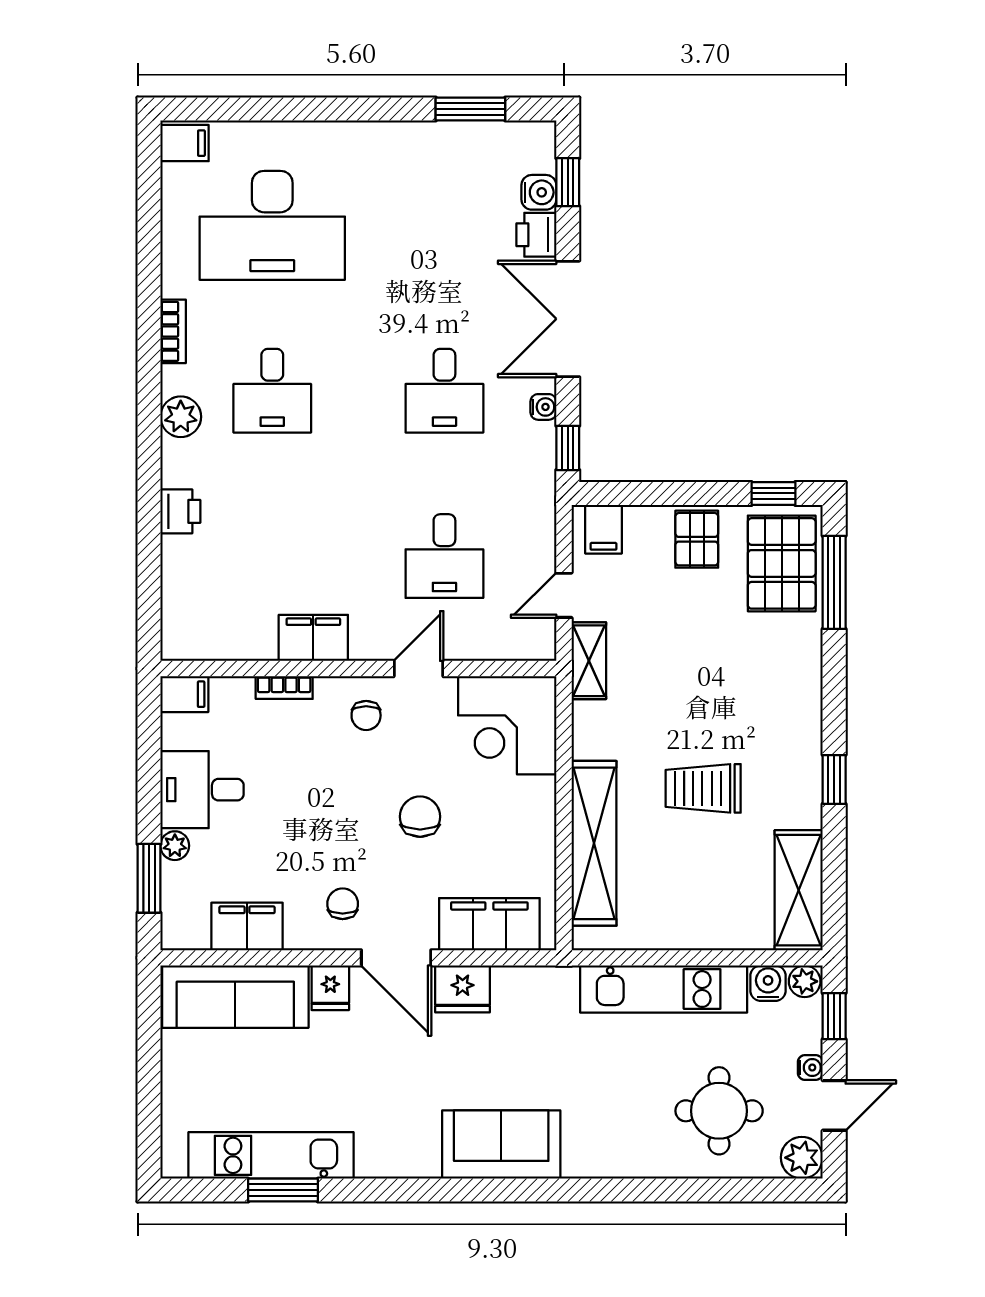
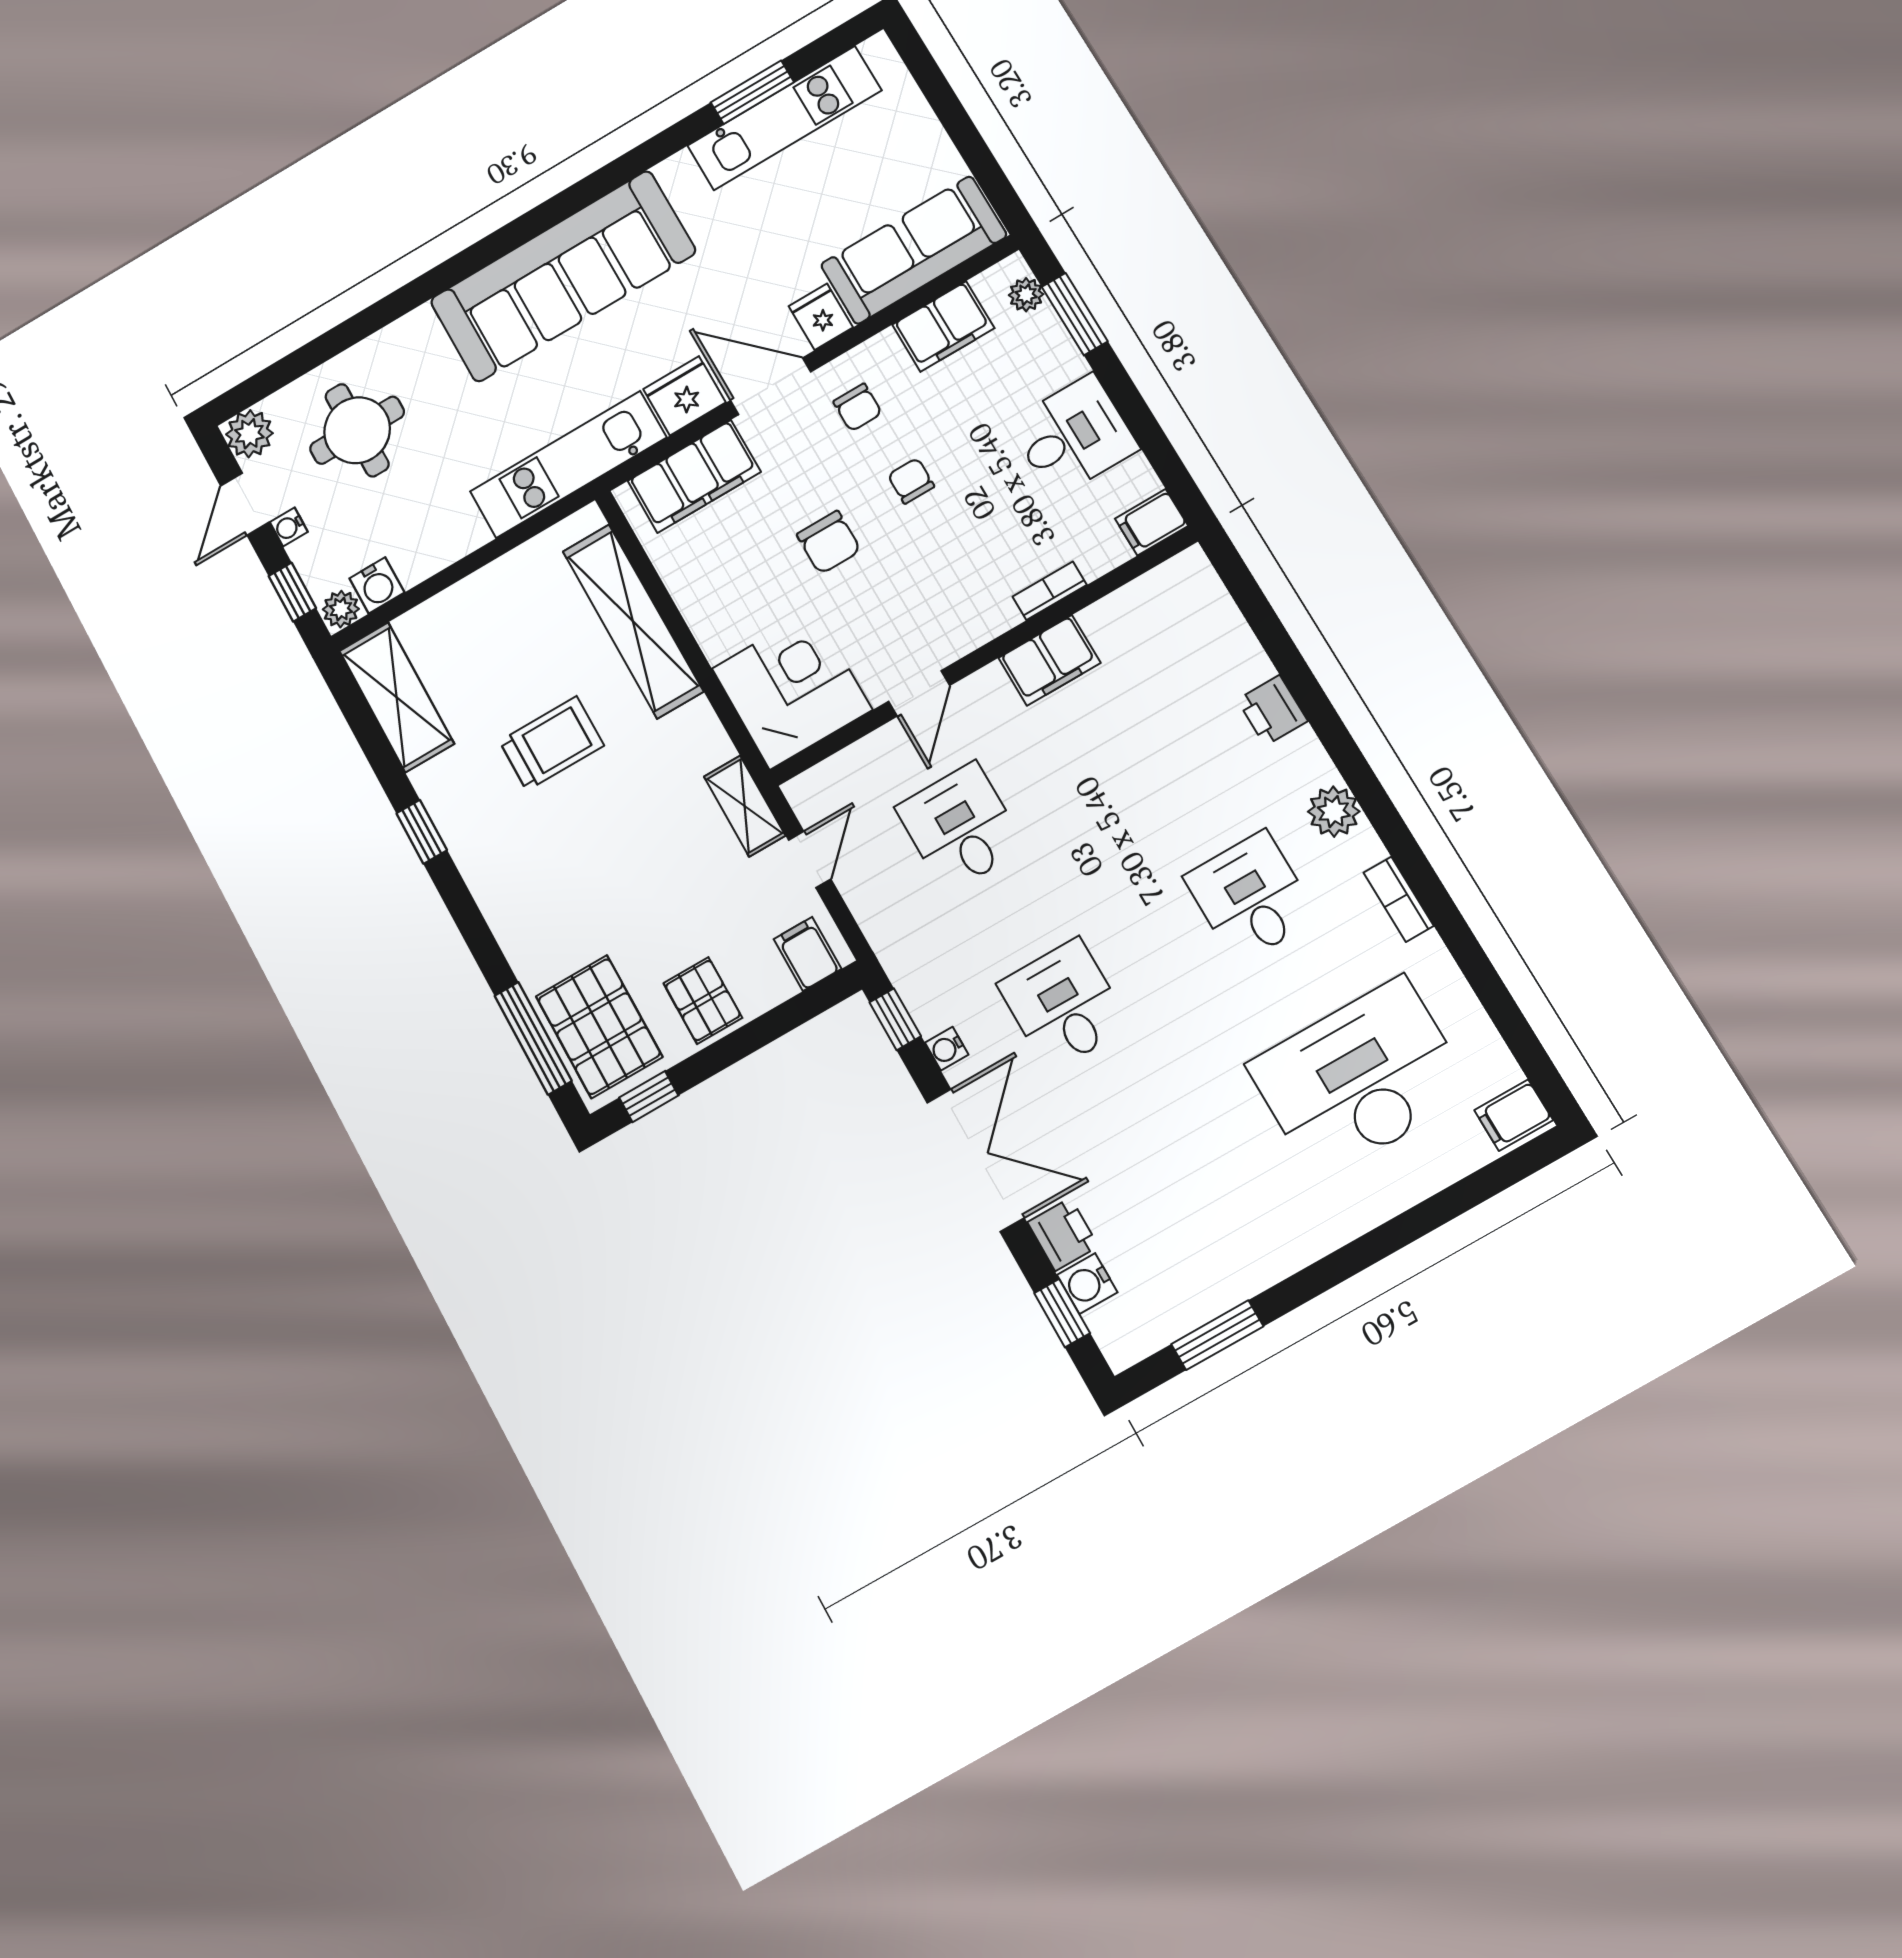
chair: (366, 715) -> (911, 481), moved
plant: (175, 846) -> (1026, 295), moved
kitchen unit: (664, 989) -> (568, 465), moved
sofa: (501, 1144) -> (563, 276), width x1.85, depth x1.27

